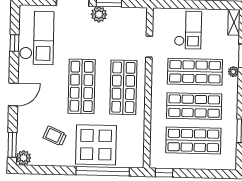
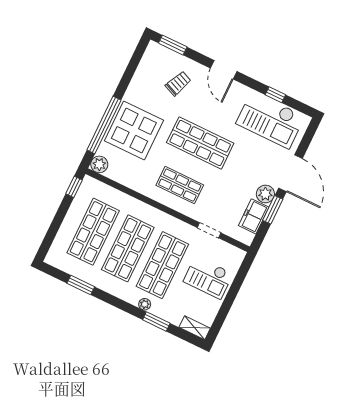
freezer: (121, 16) -> (254, 216), added
shop shelf: (123, 87) -> (180, 185), width x0.70, depth x0.74
trolley: (55, 136) -> (178, 83), moved
plant: (23, 158) -> (99, 164), moved

